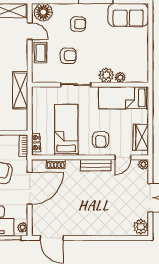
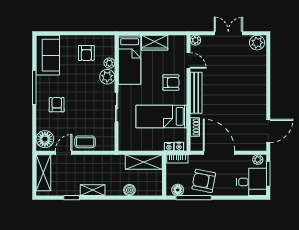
armchair: (68, 56) -> (86, 53), moved, turned 180
shelving: (20, 90) -> (144, 162), moved
wardrobe: (141, 137) -> (155, 43), moved
bench: (96, 165) -> (196, 93), width x1.36

